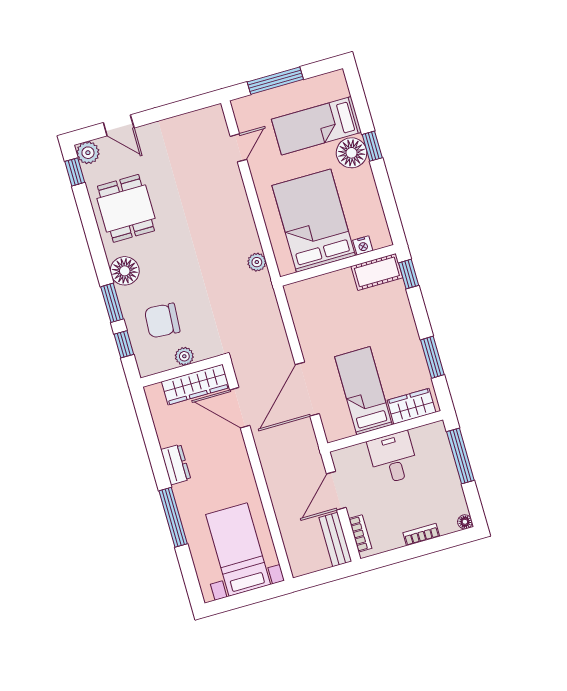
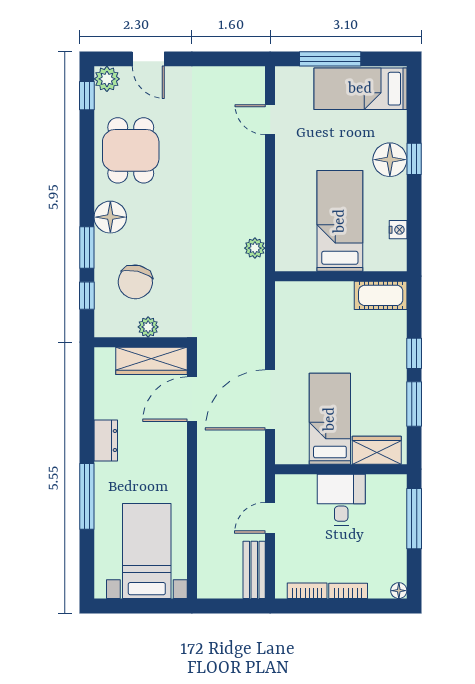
bed: (316, 126) -> (360, 89), moved
door: (238, 148) -> (270, 120), swing flipped
bed: (314, 221) -> (340, 221), width x0.67
nightstand: (363, 245) -> (398, 230), moved, turned -90
window: (409, 274) -> (414, 353), moved
chair: (162, 321) -> (135, 282), turned -81
door: (240, 408) -> (192, 399), hinge flipped
door: (336, 491) -> (270, 518), width x0.73
bookcase: (360, 533) -> (307, 591), moved, turned -90

